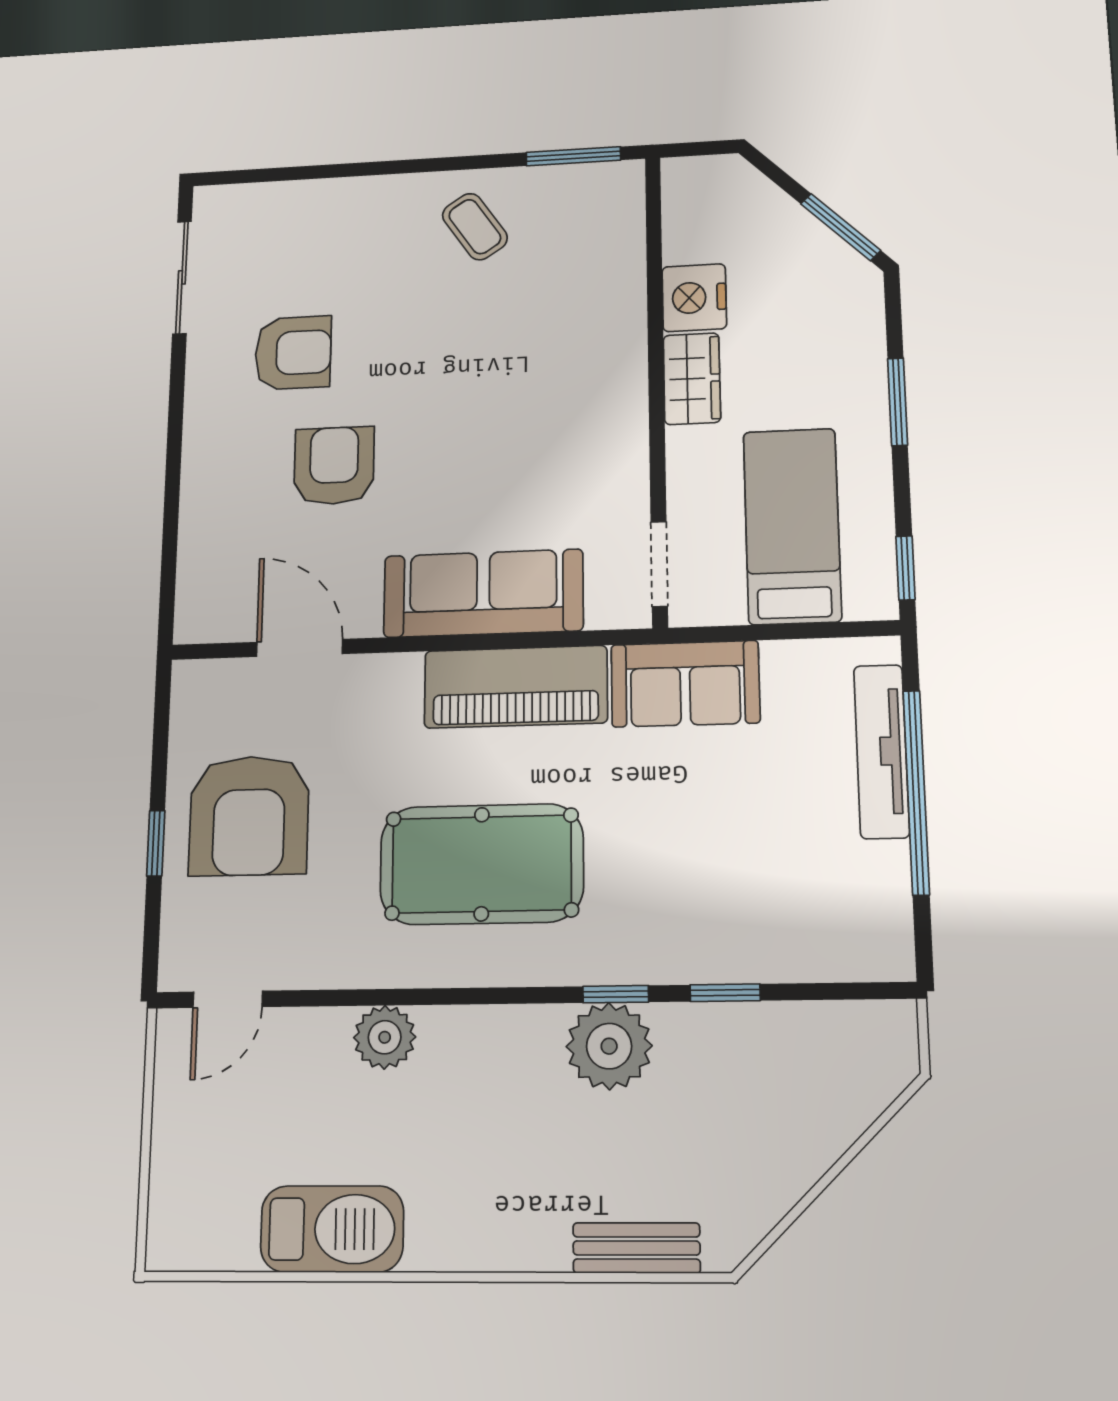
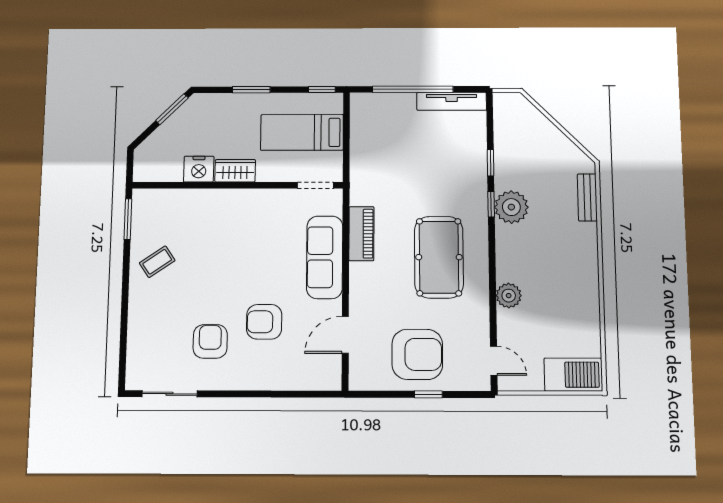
sofa: (685, 684) -> (366, 176), removed
piano: (516, 687) -> (361, 234), width x0.73, depth x0.75
tv unit: (881, 751) -> (452, 101), moved
barbecue: (332, 1229) -> (573, 375), moved, turned 90

